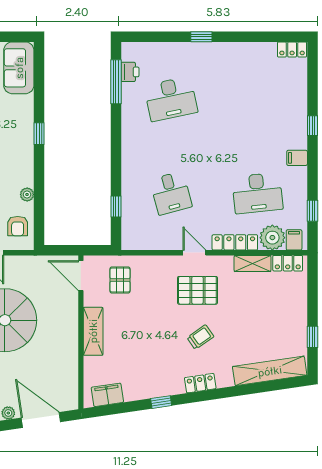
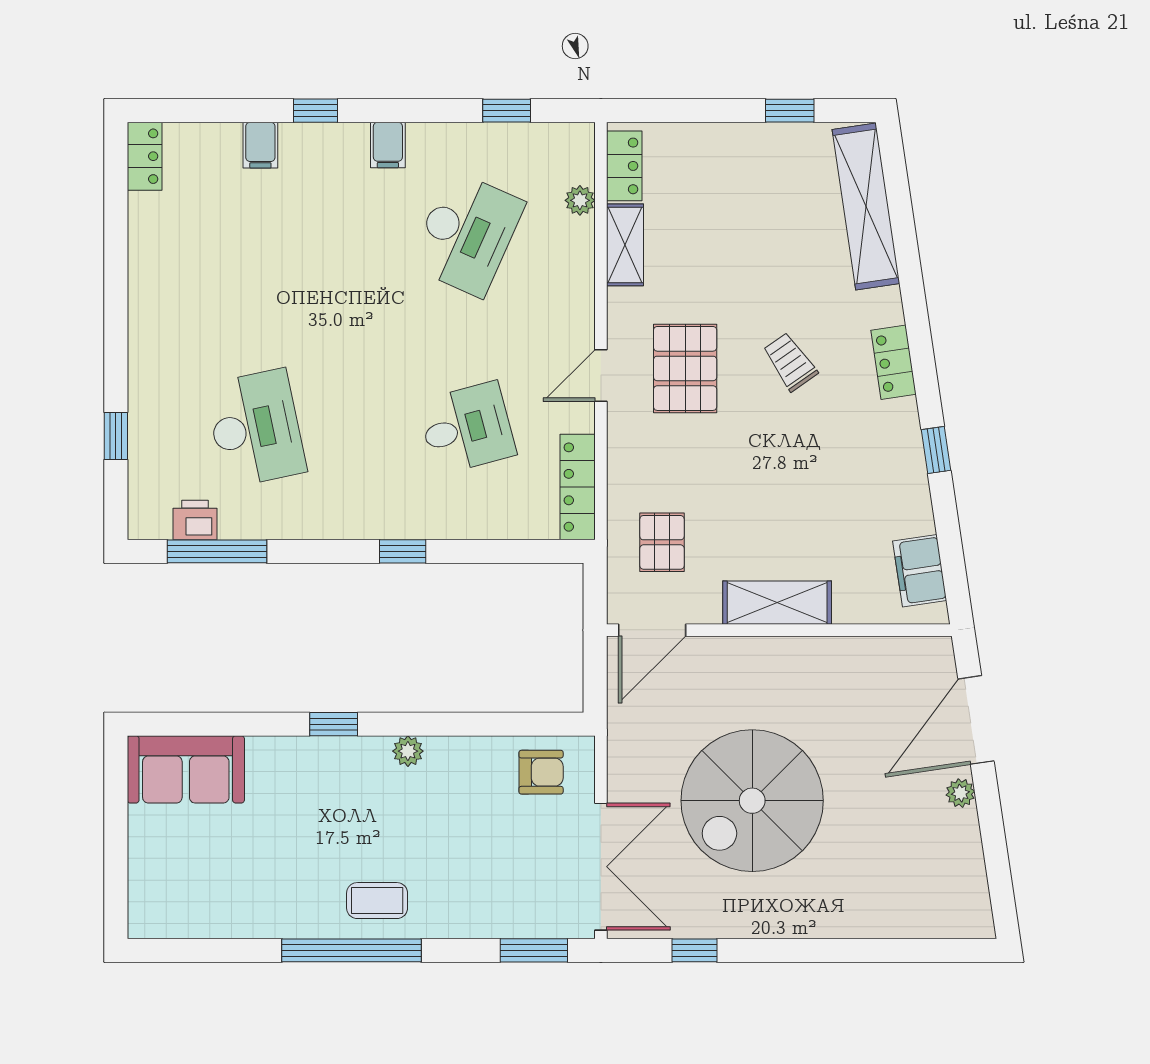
window: (201, 37) -> (116, 436), moved
desk: (257, 193) -> (467, 234), turned 30
plant: (27, 194) -> (408, 751), moved
window: (116, 206) -> (403, 551), moved
plant: (272, 238) -> (580, 200), width x0.53, depth x0.53
filing cabinet: (294, 240) -> (260, 145), moved, turned -90
locker: (235, 242) -> (578, 487), moved
pallet: (120, 280) -> (662, 542), turned 90

